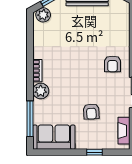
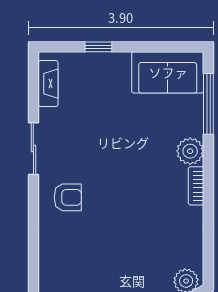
armchair: (113, 64) -> (68, 197), turned 90
armchair: (91, 112) -> (104, 116), removed

